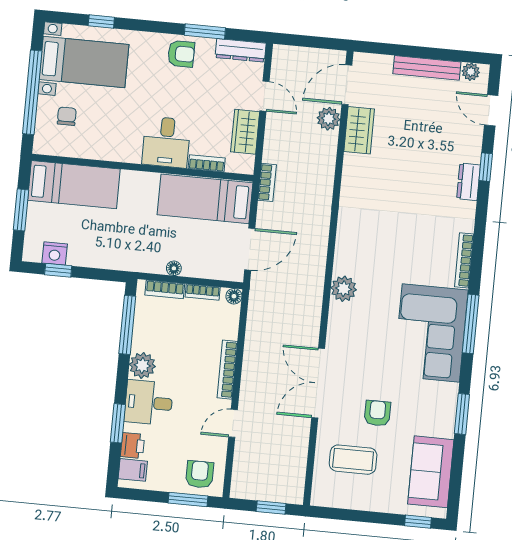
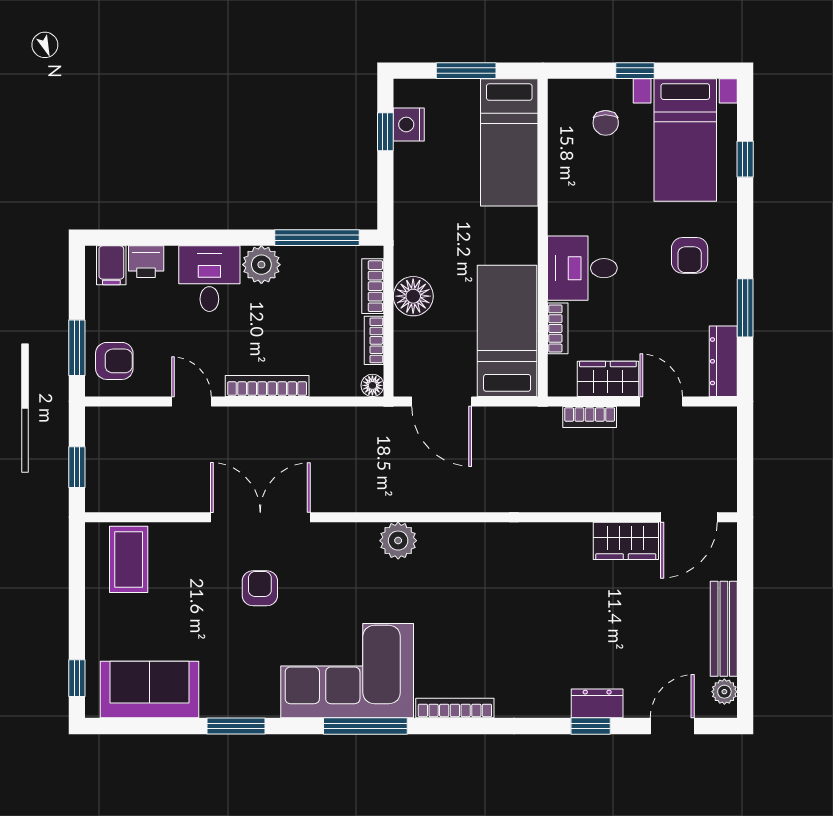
armchair: (181, 54) -> (690, 255), moved
door: (347, 85) -> (689, 517), swing flipped
window: (32, 92) -> (635, 71), width x0.32
door: (264, 96) -> (661, 402), swing flipped
chair: (67, 116) -> (606, 123), turned 90
plant: (329, 119) -> (638, 496), removed
bookcase: (267, 182) -> (590, 417), moved
dresser: (468, 182) -> (597, 703), moved
floor lamp: (174, 268) -> (413, 296), width x1.89, depth x1.89
armchair: (377, 413) -> (260, 588), moved, turned -90
window: (118, 423) -> (176, 238), removed
coffee table: (353, 460) -> (129, 559), moved

